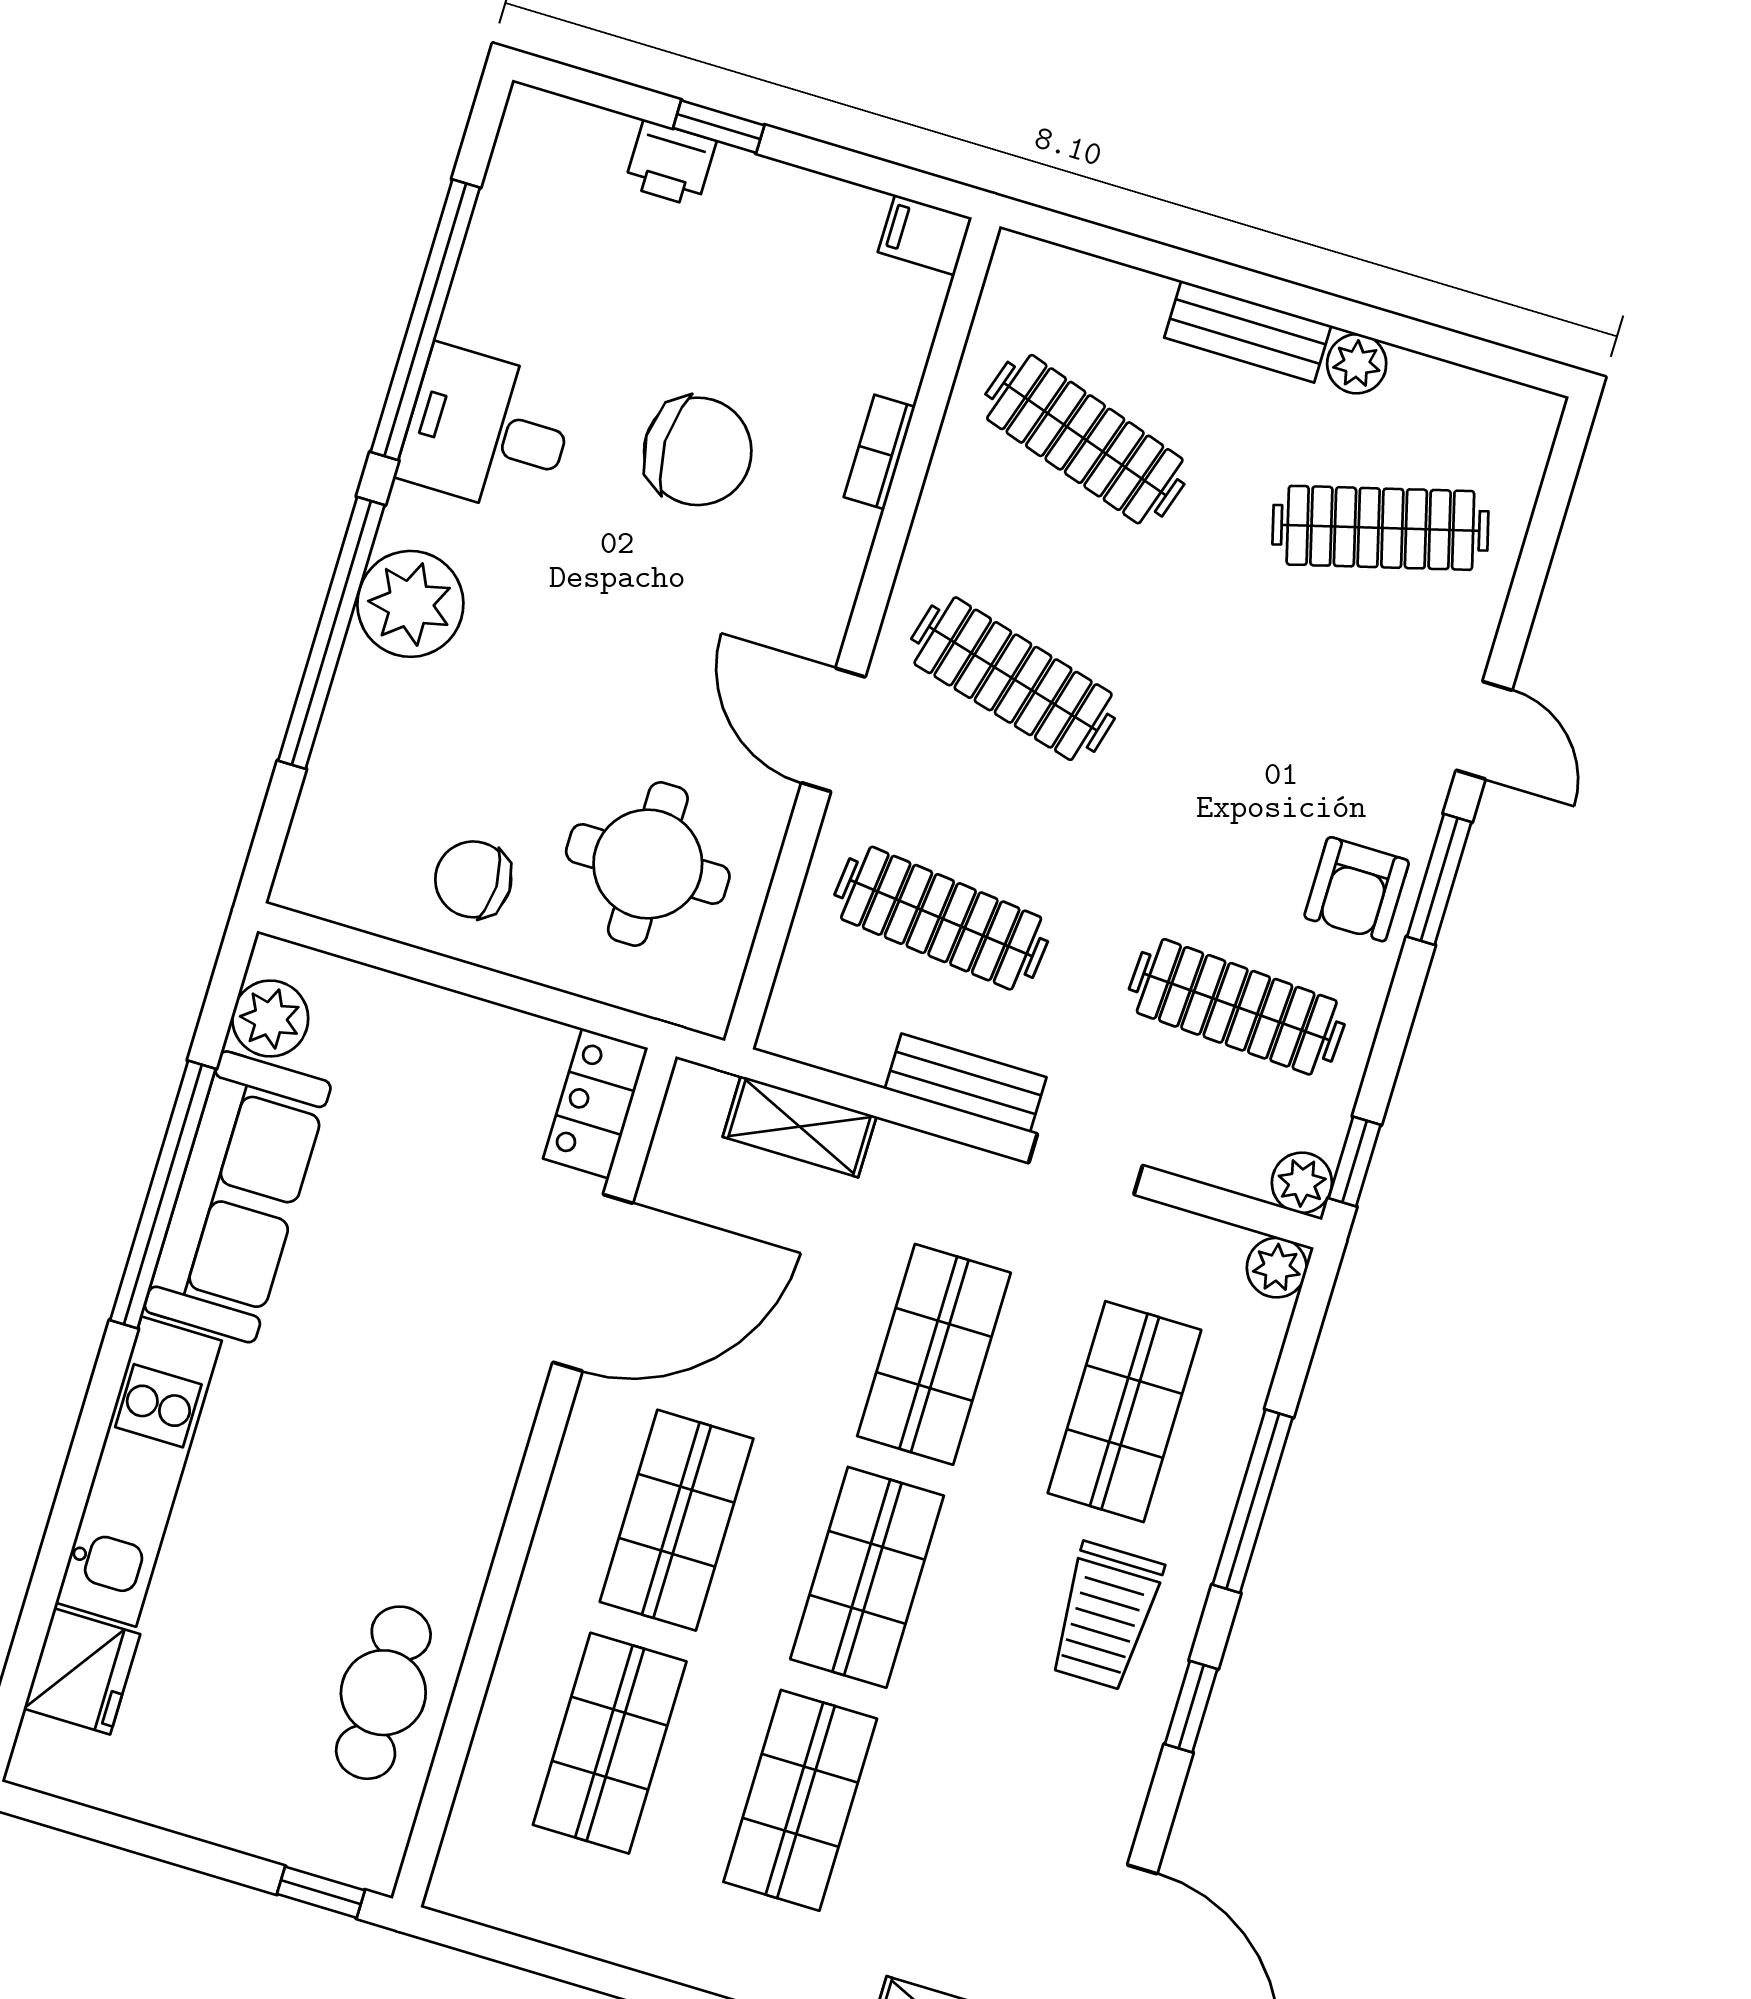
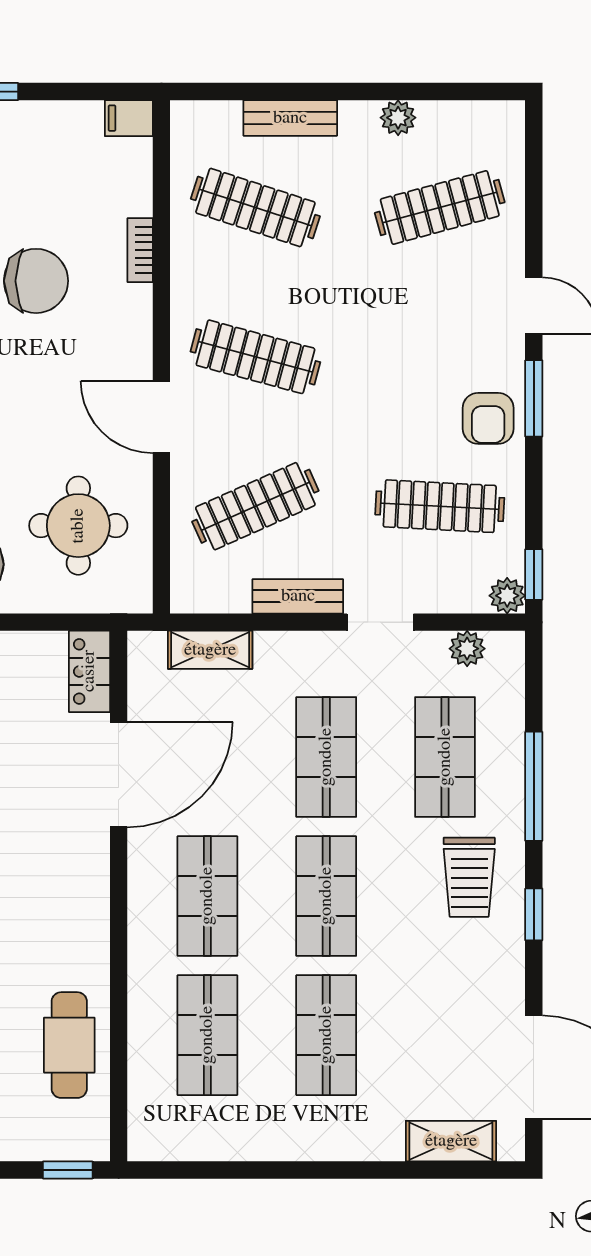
bench: (1248, 331) -> (290, 118), moved
clothes rail: (941, 918) -> (255, 506), turned -30
plant: (1277, 1268) -> (467, 649), moved

